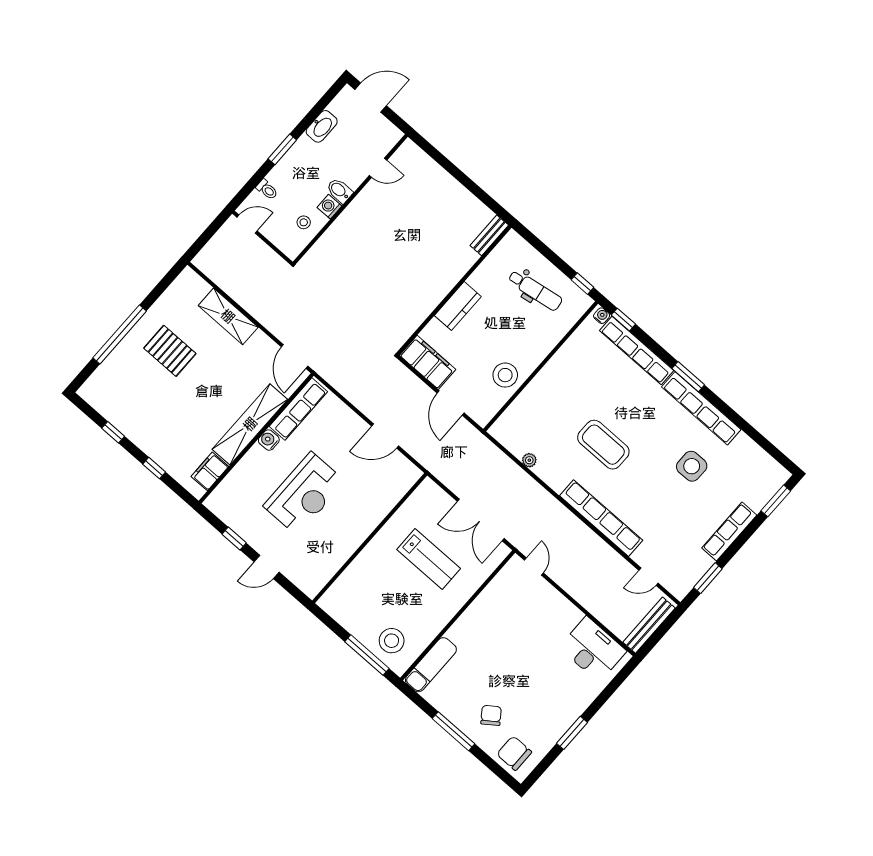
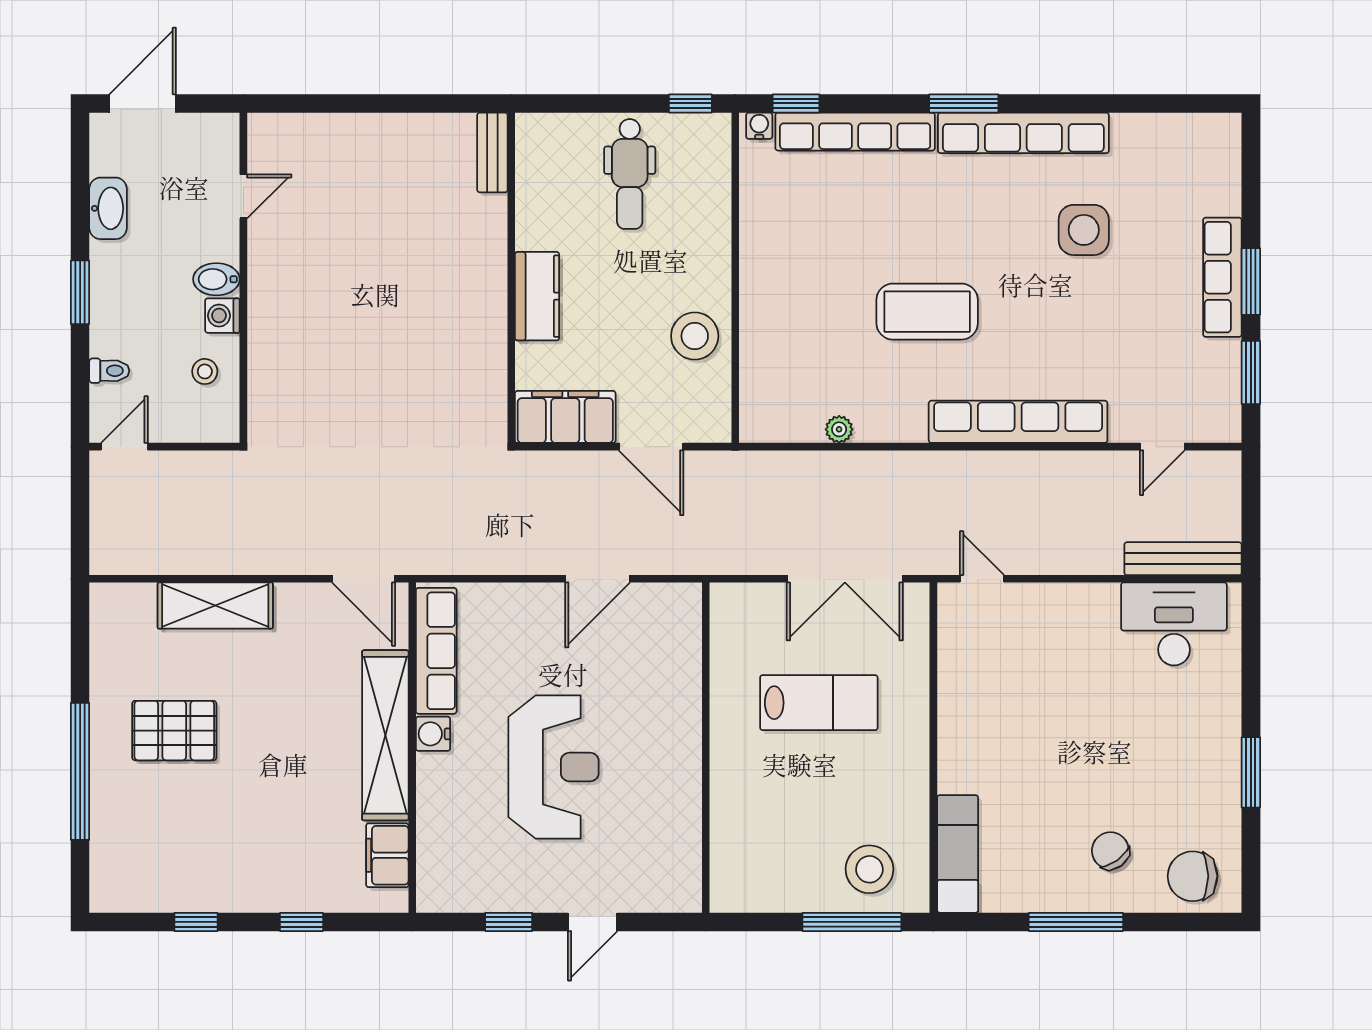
dental chair: (535, 290) -> (630, 174), turned 99
window: (776, 501) -> (1251, 281), moved
bench: (649, 625) -> (1183, 559), moved, turned 90

